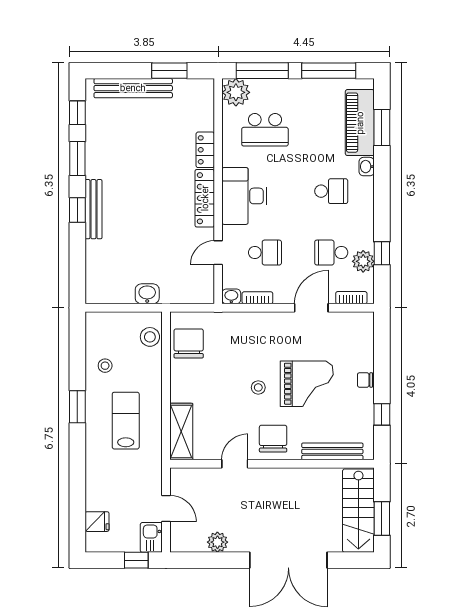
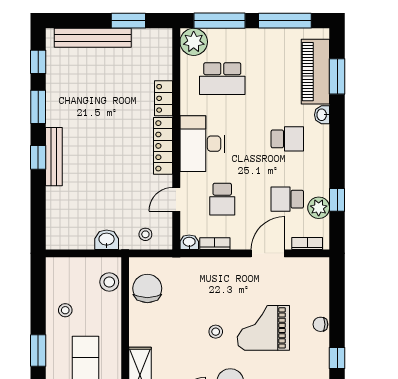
school desk: (265, 253) -> (222, 199), turned 90
stool: (187, 288) -> (145, 234), added
grand piano: (307, 384) -> (263, 328), turned 180

